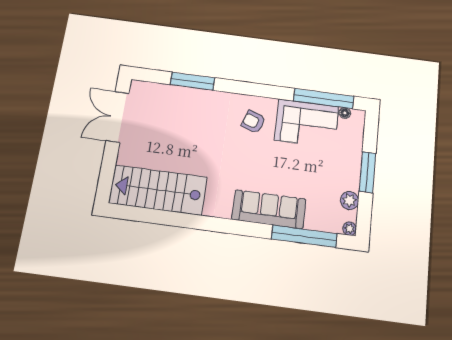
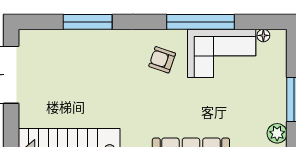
window: (324, 99) -> (200, 22), moved

